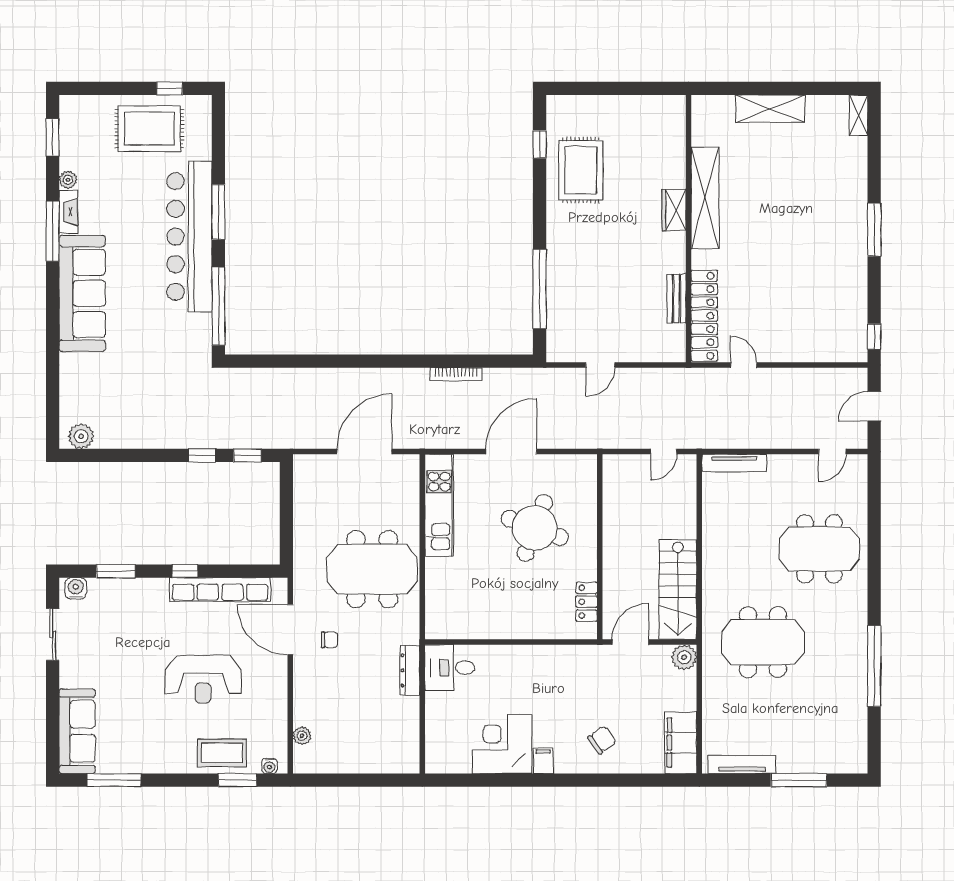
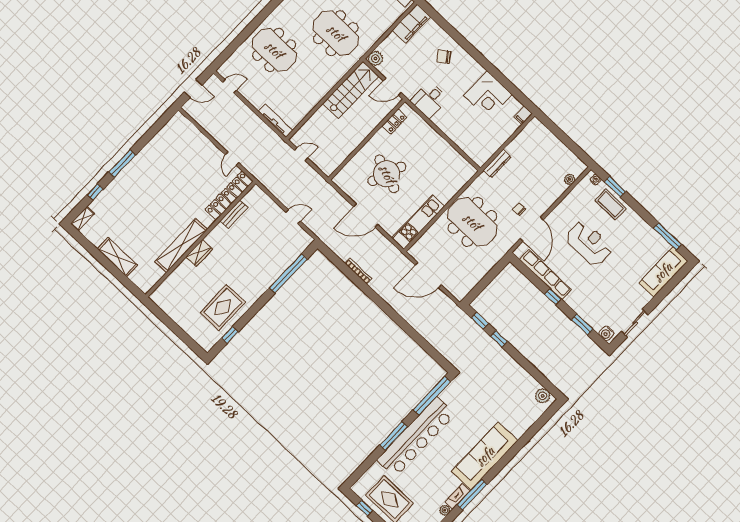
window: (874, 337) -> (95, 192), moved
desk: (450, 668) -> (429, 100), moved, turned 90
filing cabinet: (543, 761) -> (523, 115), moved

